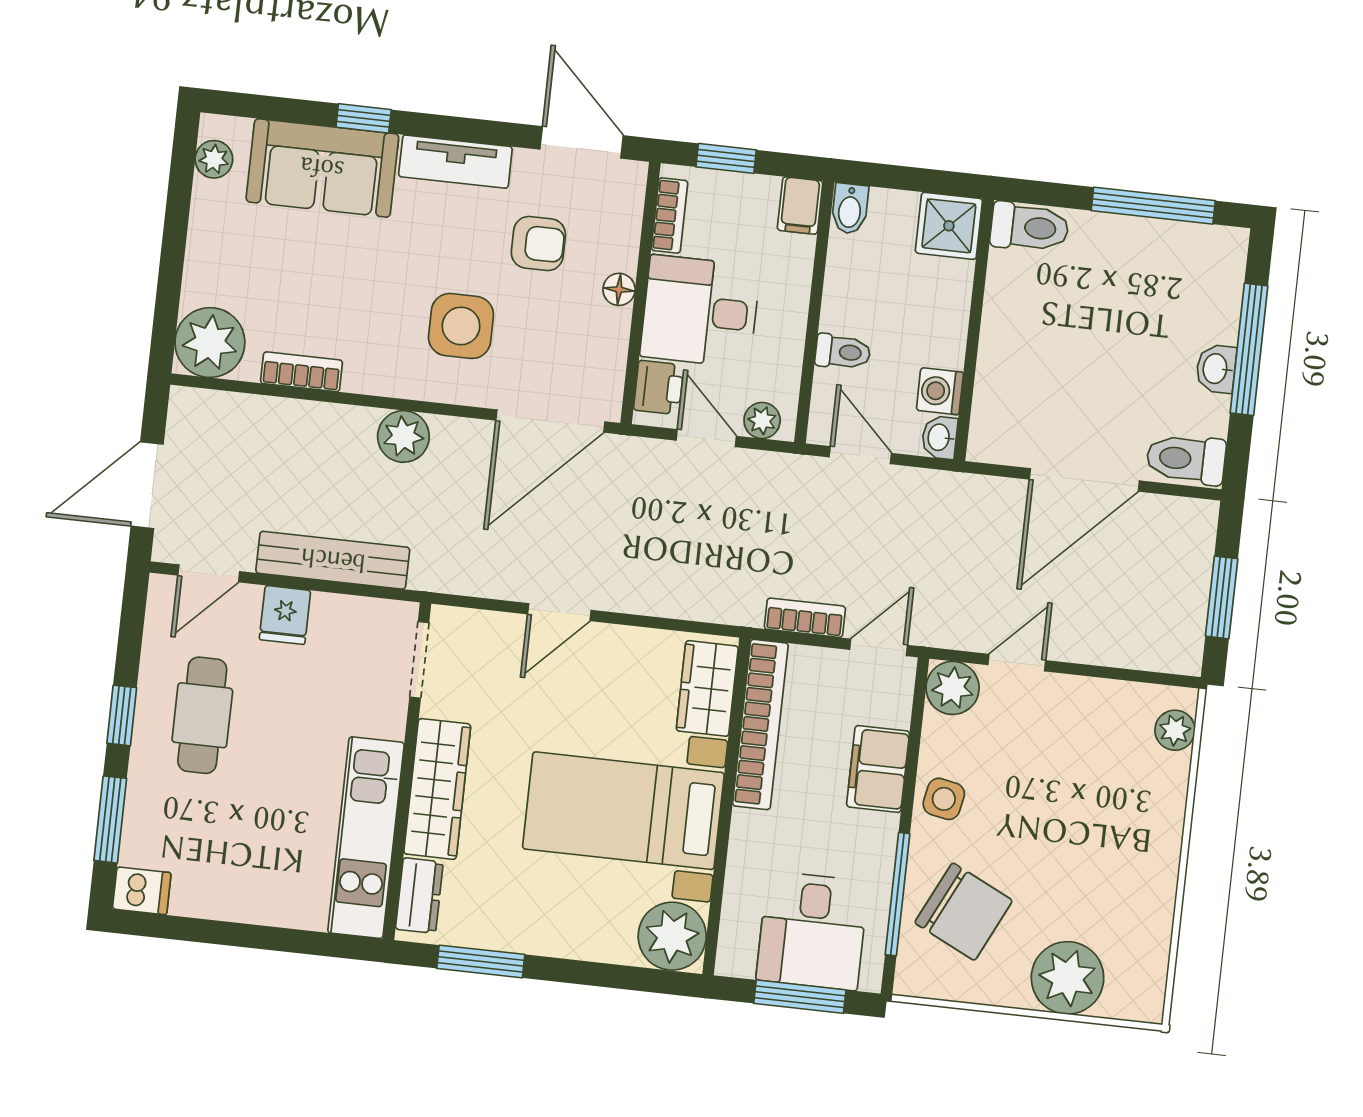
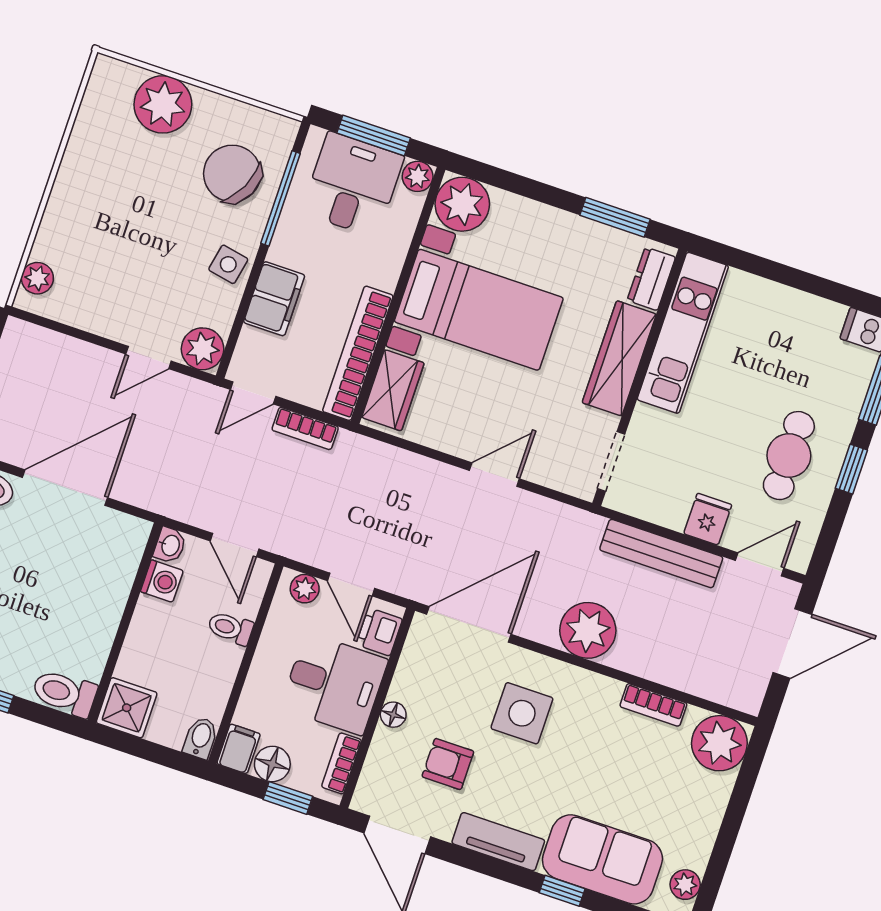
floor lamp: (754, 196) -> (272, 764), added
plant: (403, 436) -> (588, 630), width x1.36, depth x1.36
plant: (735, 958) -> (418, 176), added

